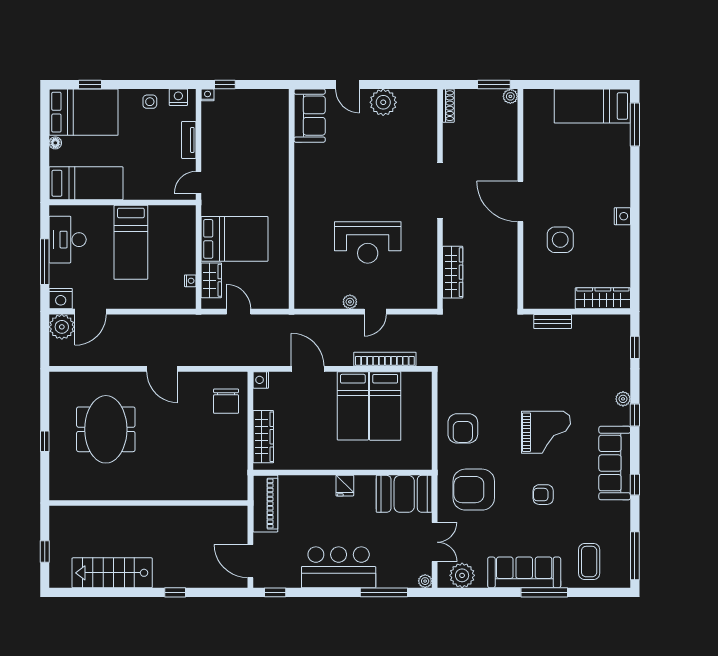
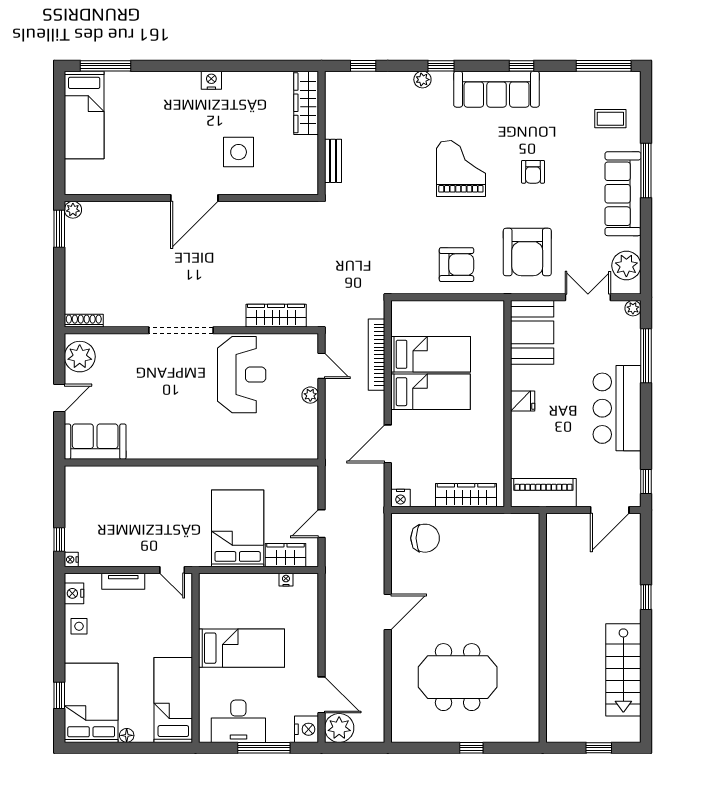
shoe rack: (448, 106) -> (84, 321), moved
doorway: (440, 190) -> (181, 330), moved
wall: (440, 199) -> (191, 330), moved
wardrobe: (453, 272) -> (276, 316), moved
coffee table: (589, 562) -> (610, 119), width x0.73, depth x0.77

